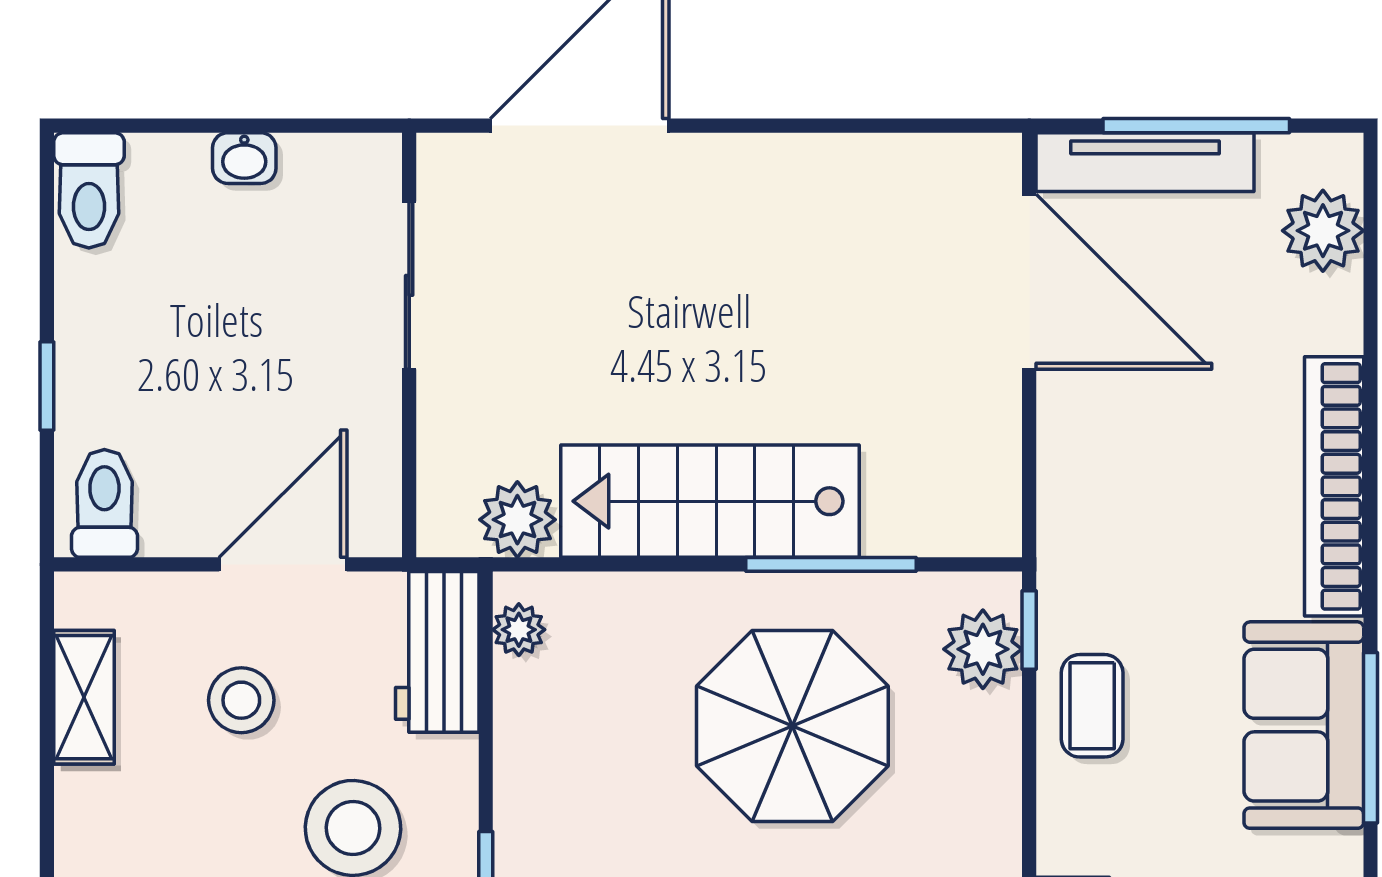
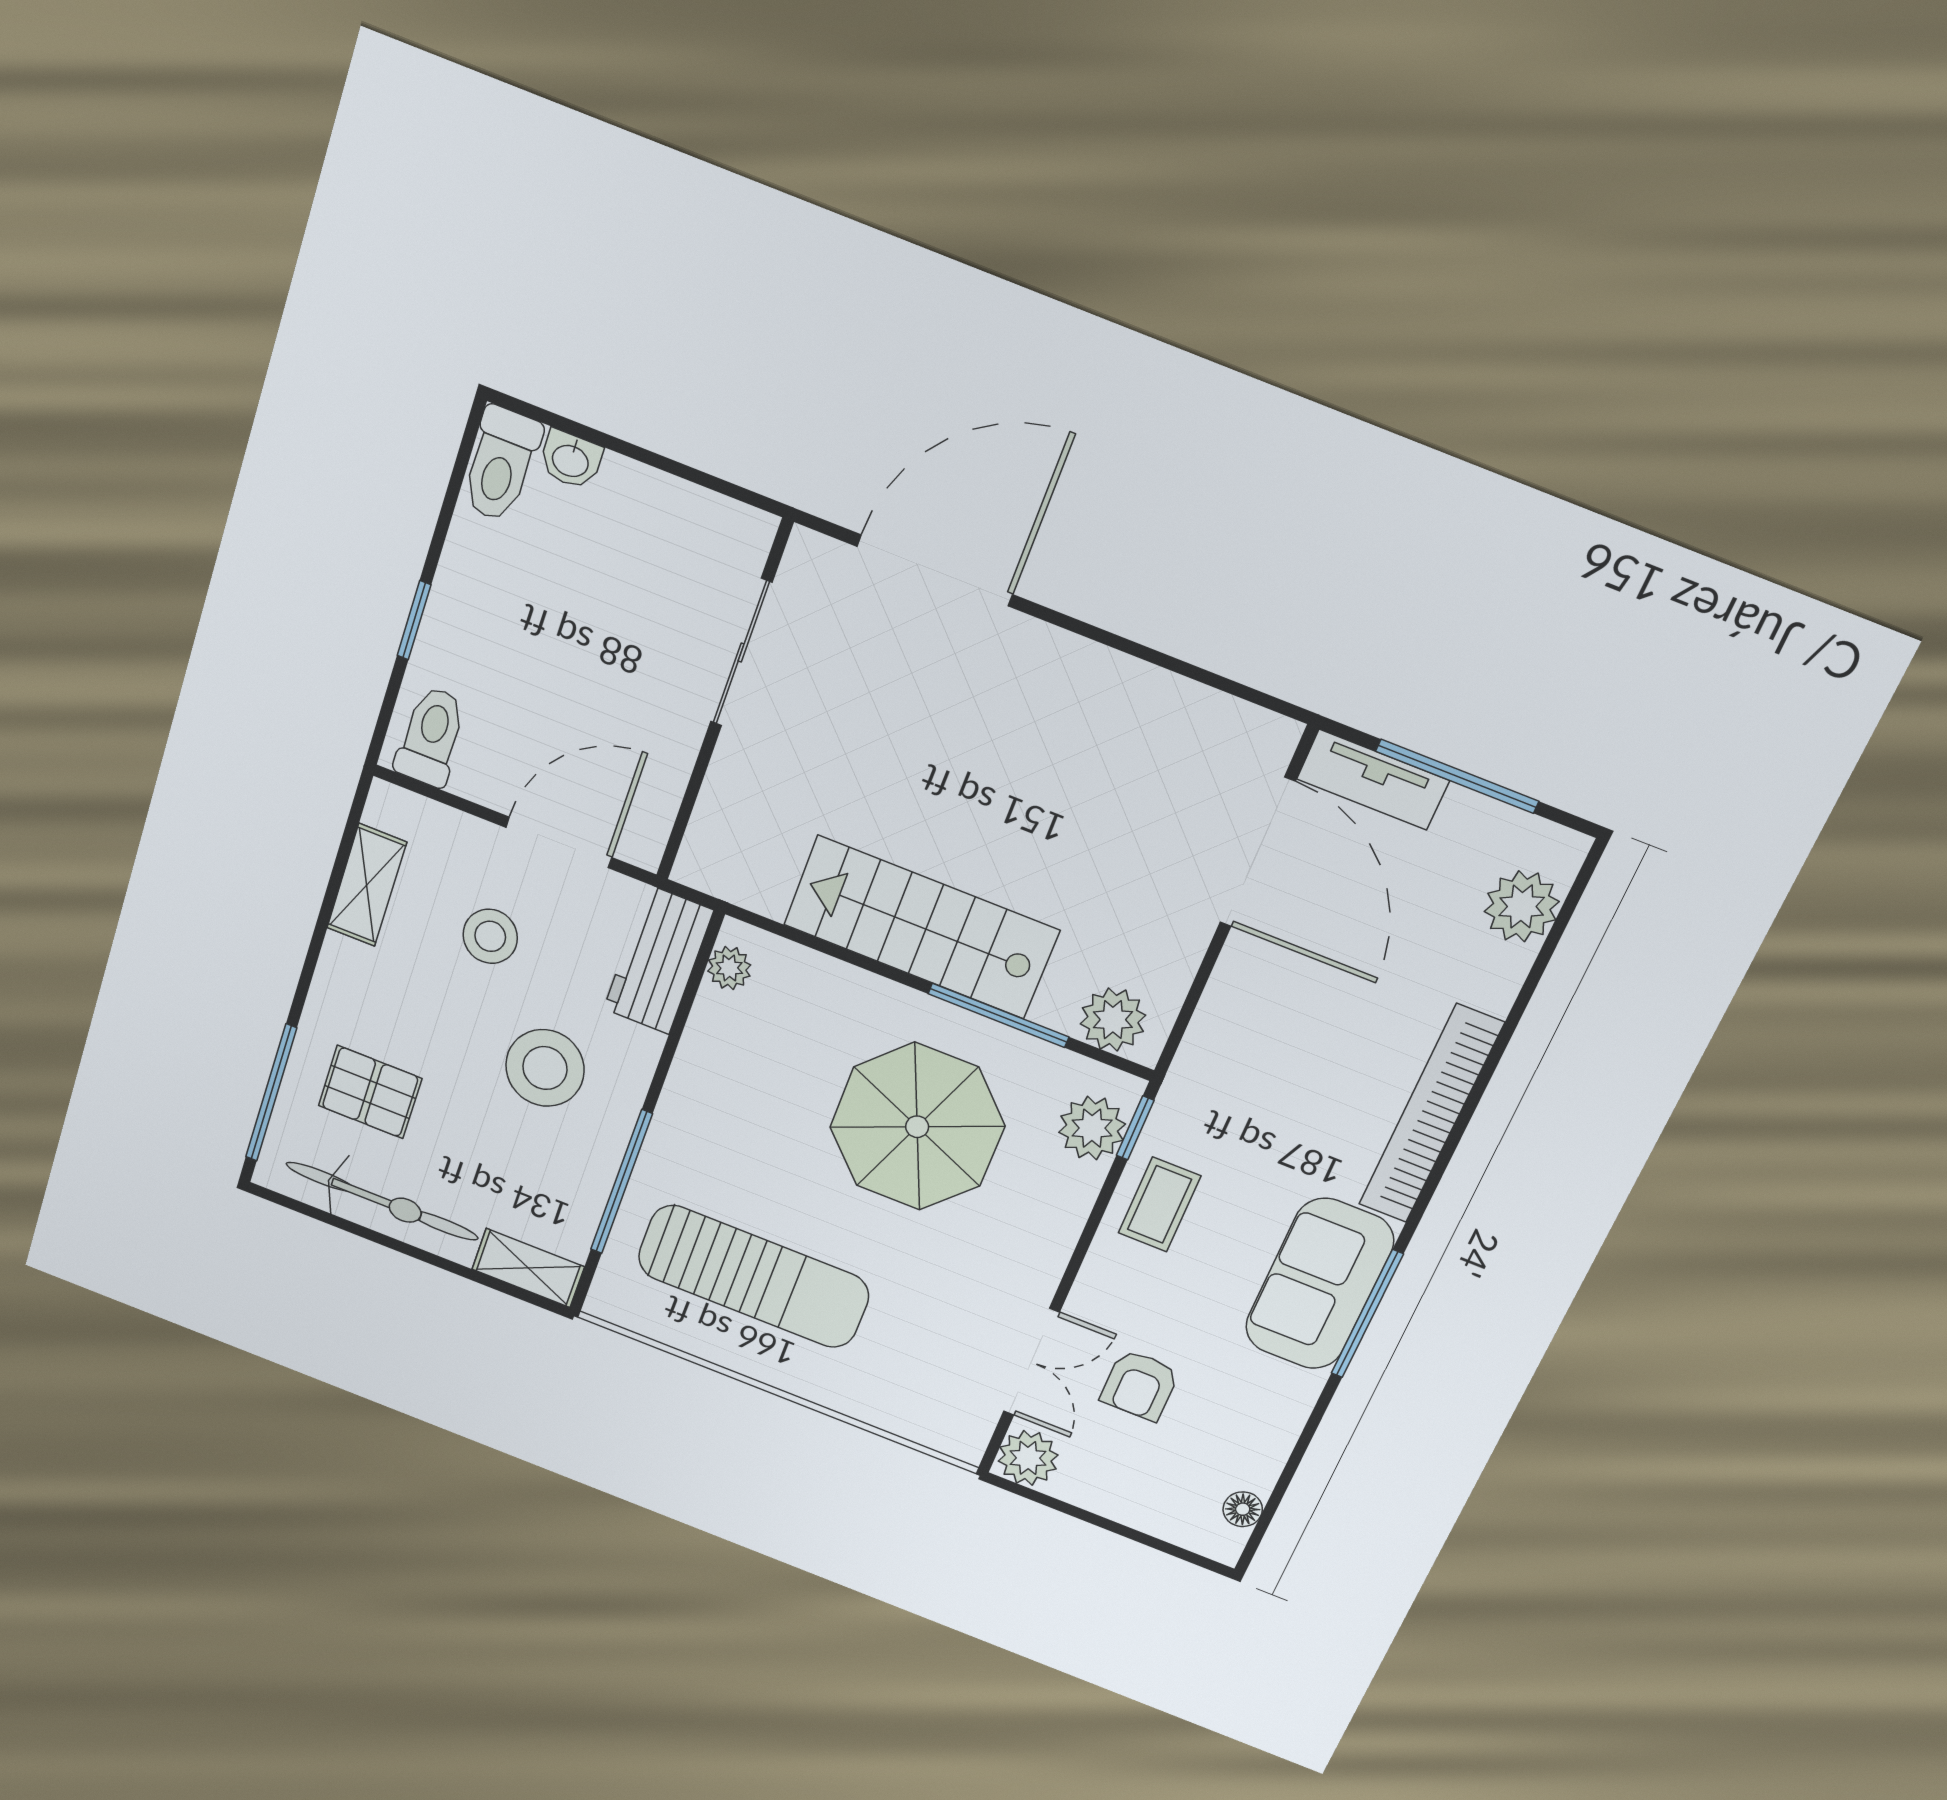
washbasin: (244, 158) -> (571, 460), moved
tv unit: (1145, 162) -> (1373, 780), width x0.71
plant: (517, 520) -> (1113, 1020), moved

